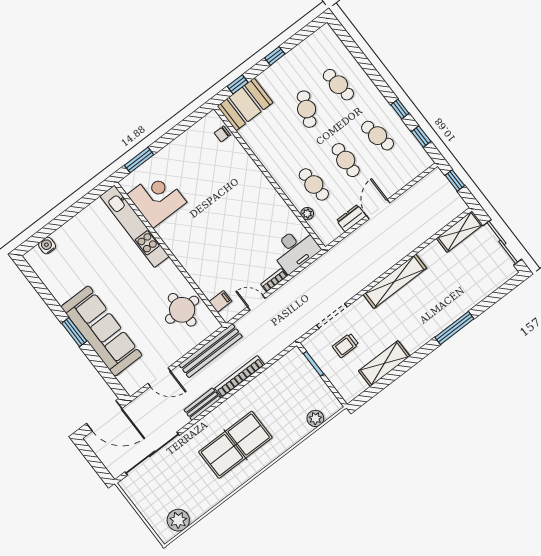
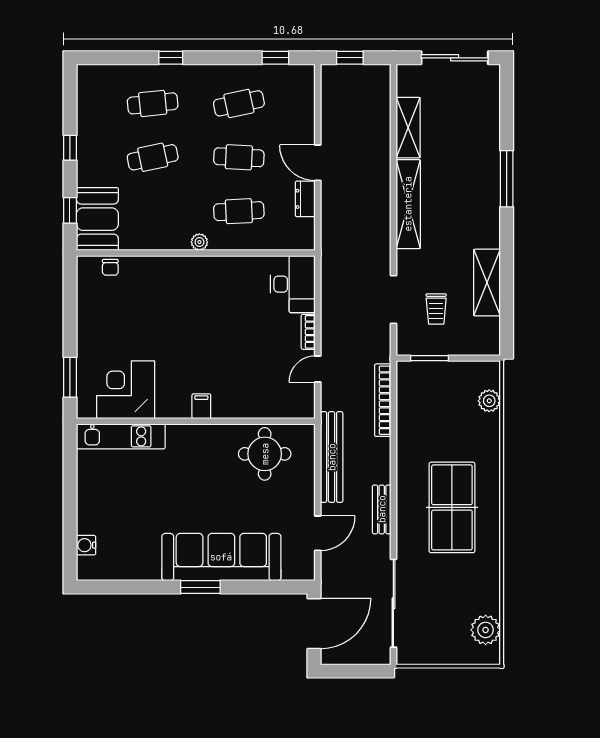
cafe table: (307, 109) -> (153, 157), turned -36
window: (400, 109) -> (171, 58), moved
plant: (307, 214) -> (199, 242), moved
kitchen unit: (135, 226) -> (121, 436), width x0.73
shelving: (460, 232) -> (408, 128), moved
filing cabinet: (220, 301) -> (201, 406), moved
bookcase: (240, 377) -> (383, 400), moved

